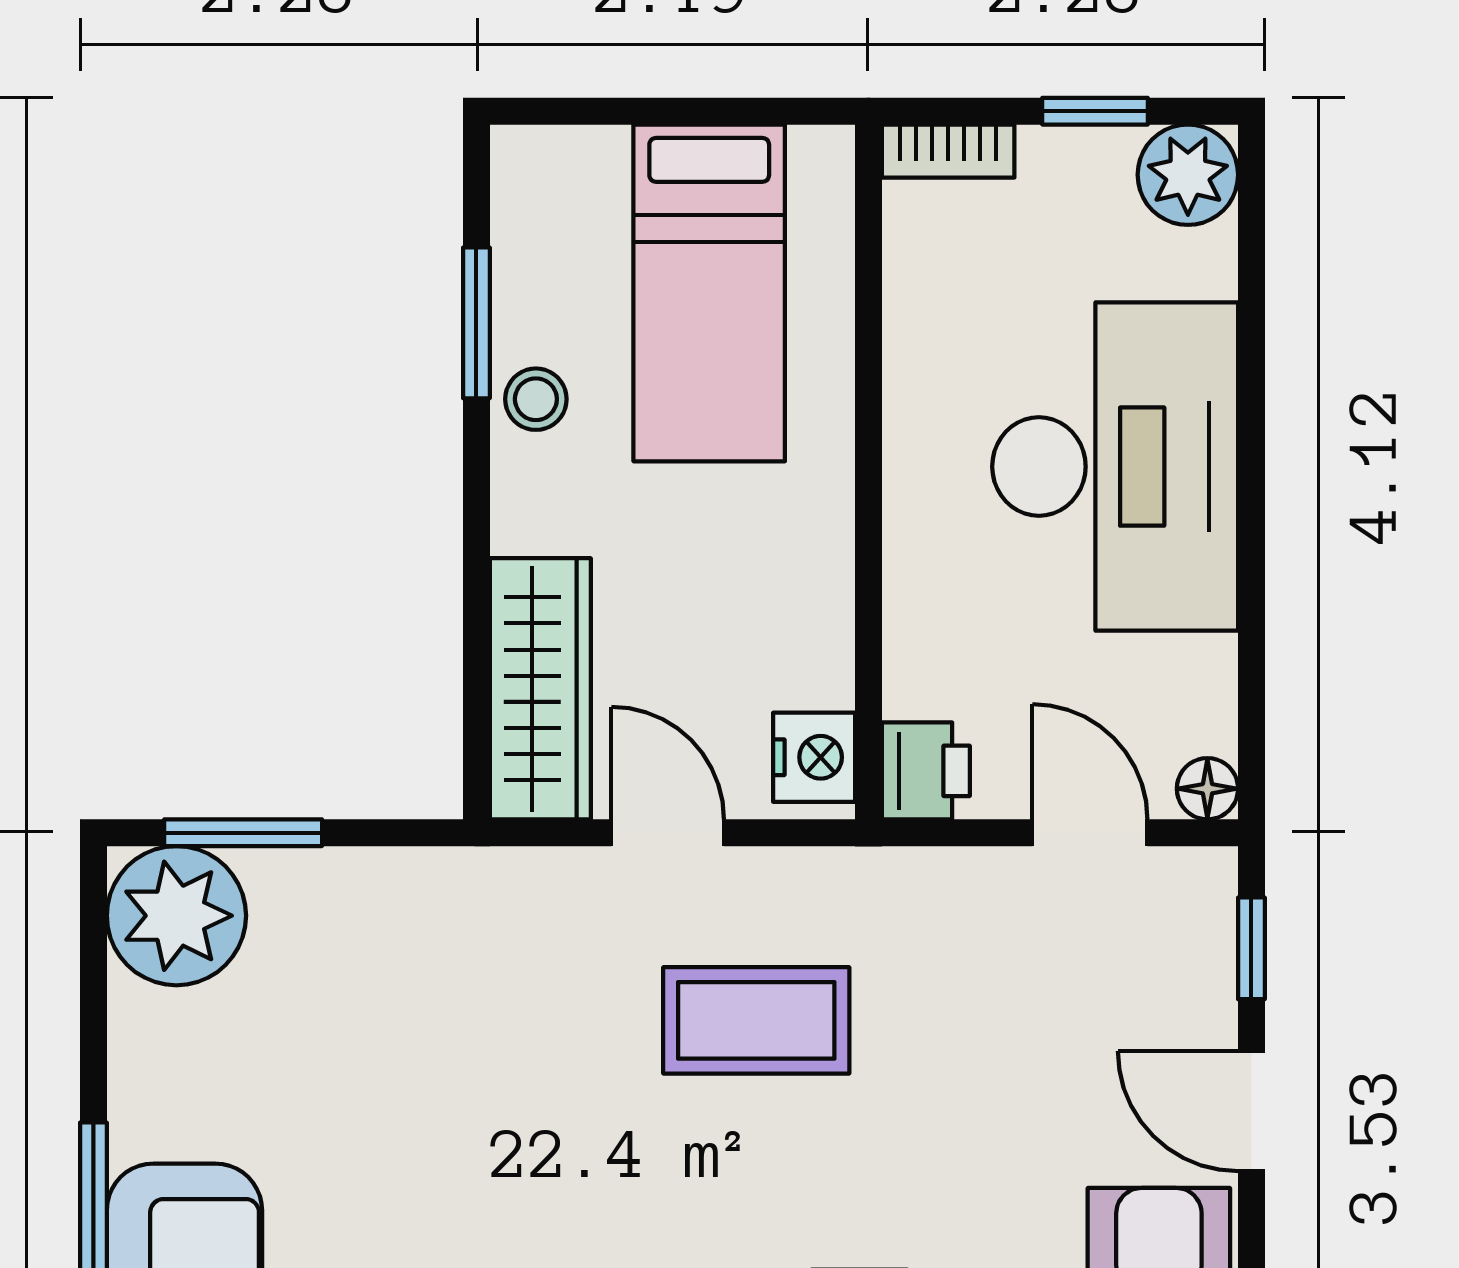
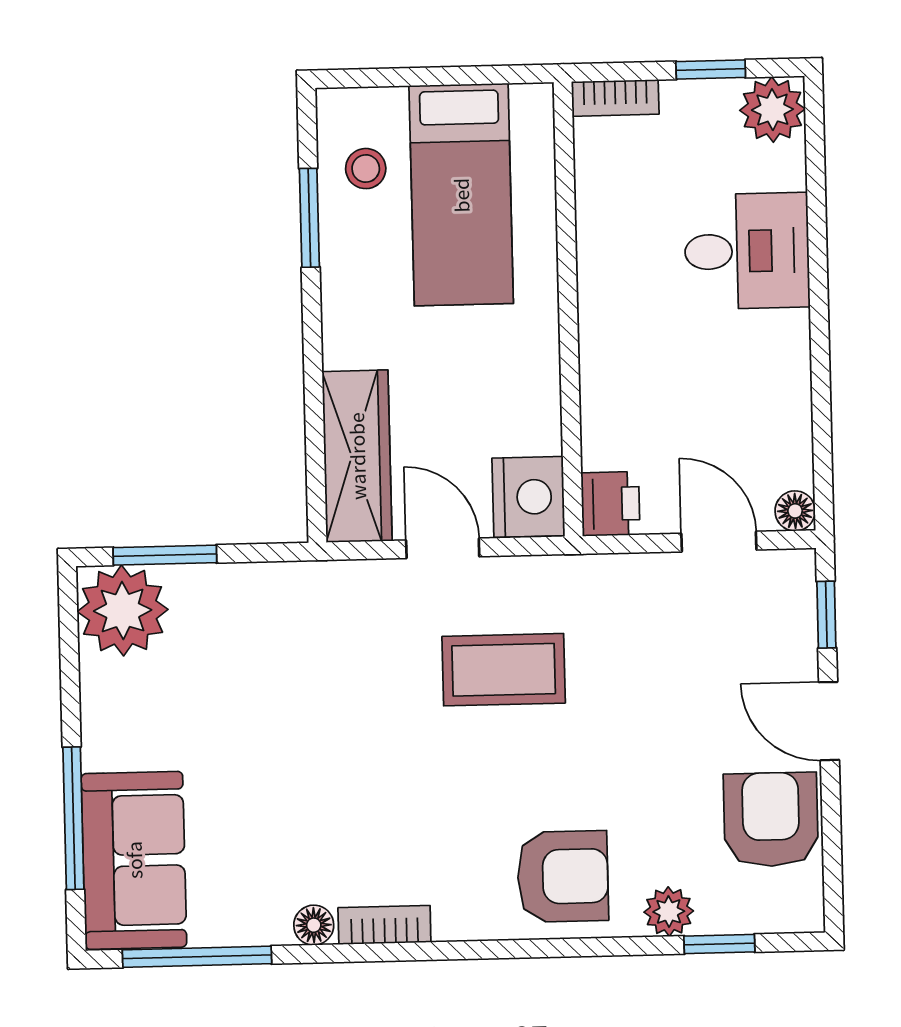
stool: (536, 399) -> (366, 169), moved
desk: (1115, 467) -> (747, 251), width x0.53, depth x0.77
nightstand: (814, 757) -> (528, 497), width x1.36, depth x1.33

